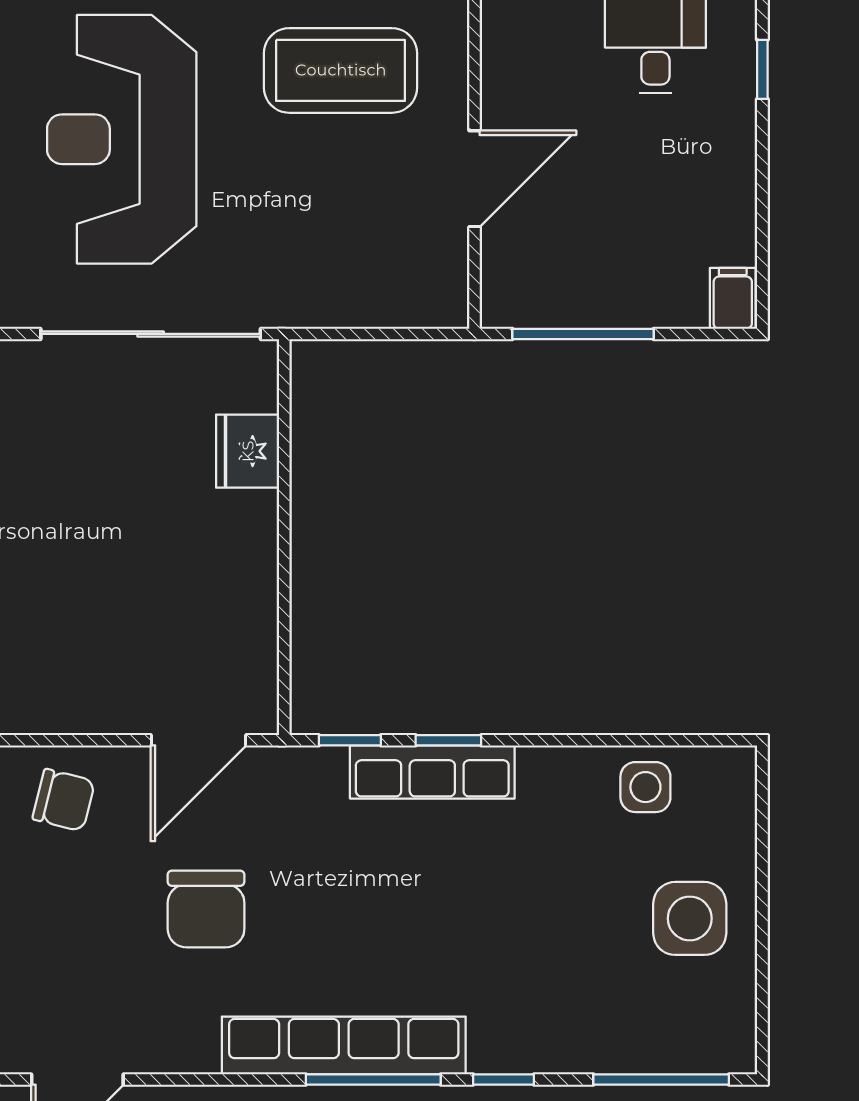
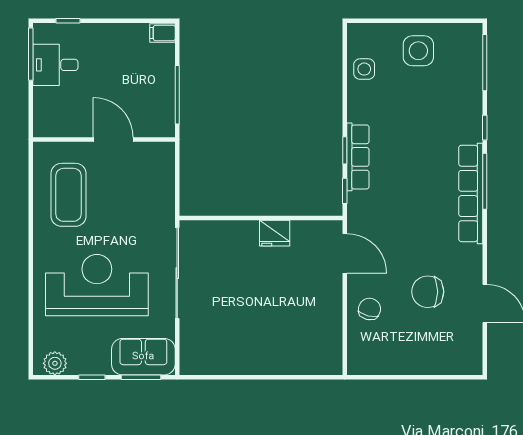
reception desk: (122, 139) -> (97, 285), turned 180
fridge: (248, 451) -> (275, 233), moved
chair: (206, 909) -> (428, 292), moved, turned 180

